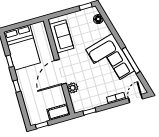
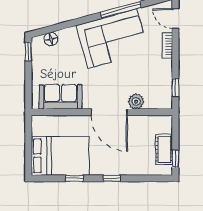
cot: (59, 112) -> (164, 149), moved

